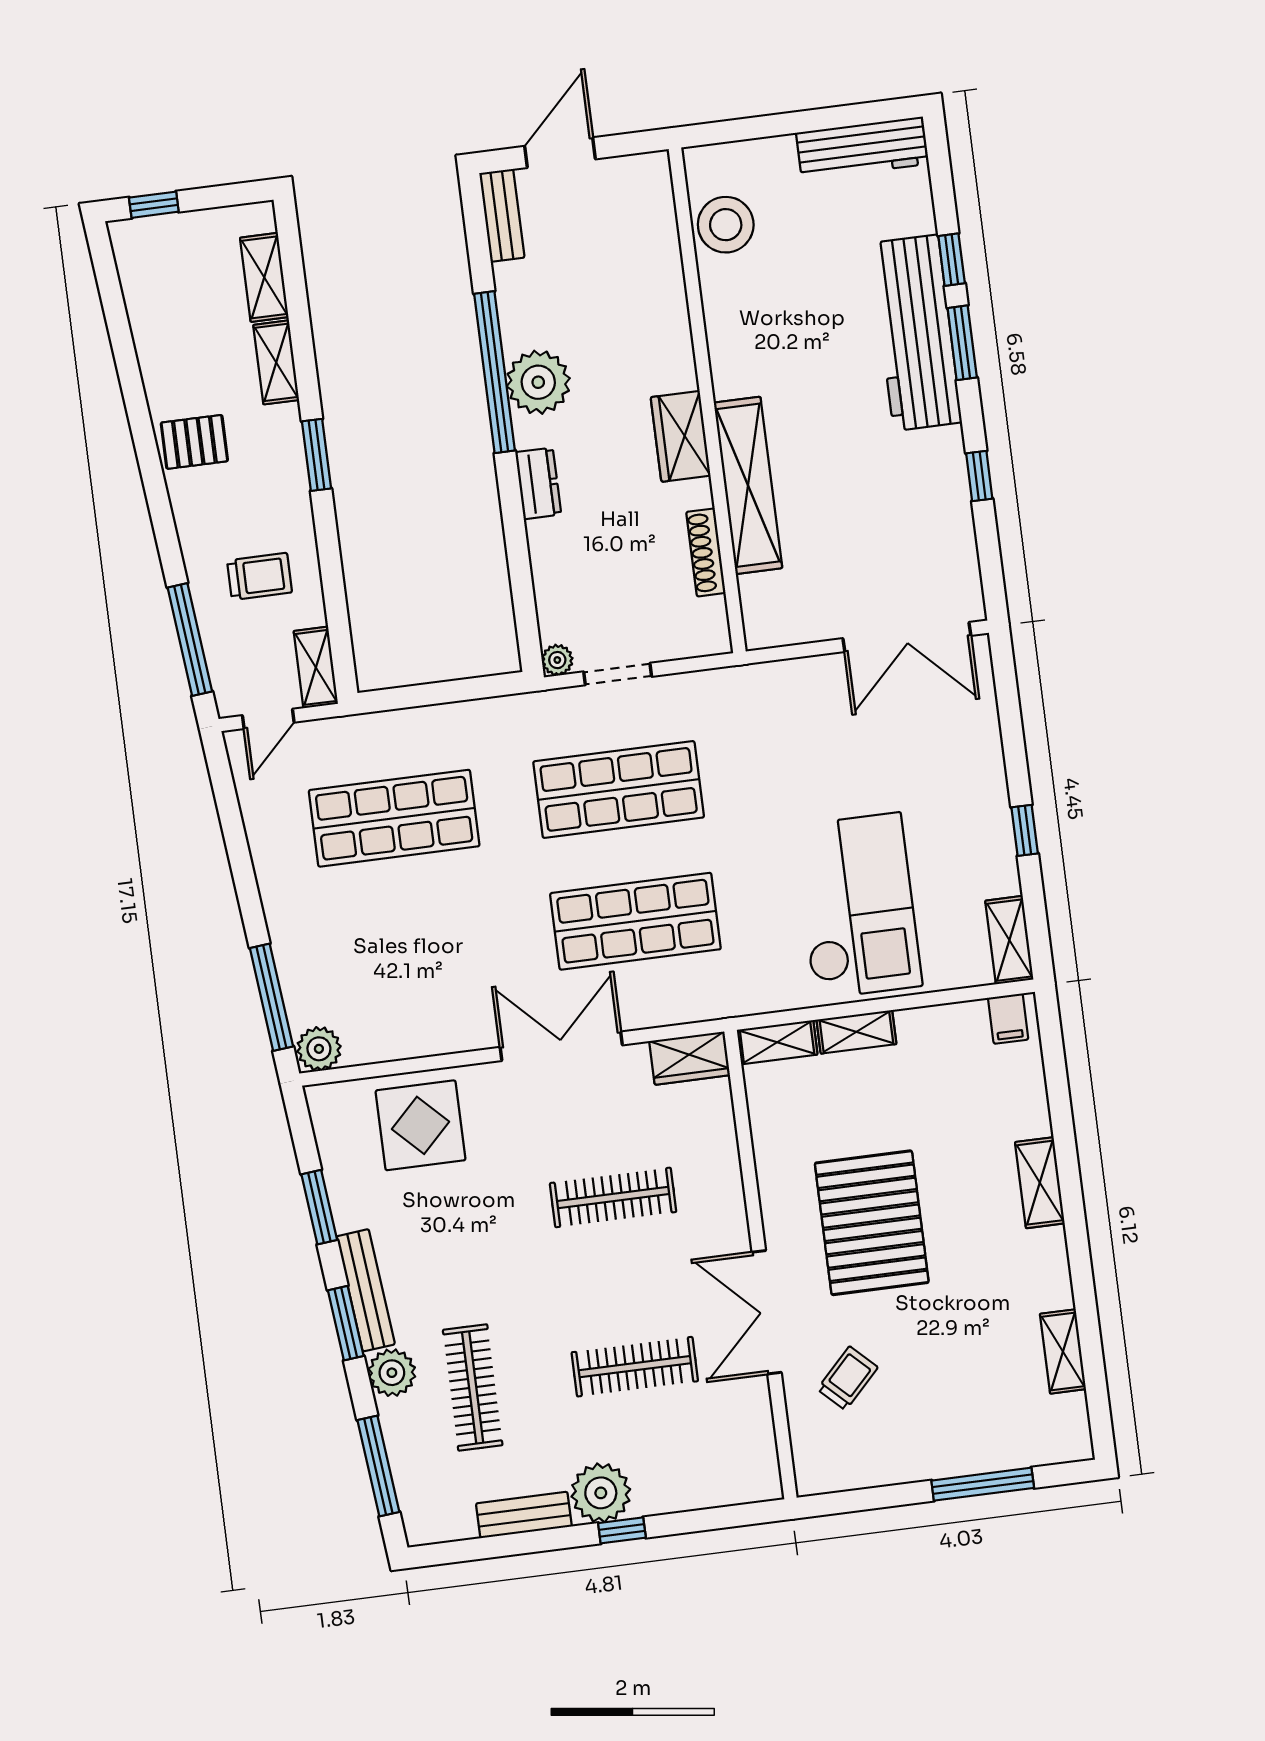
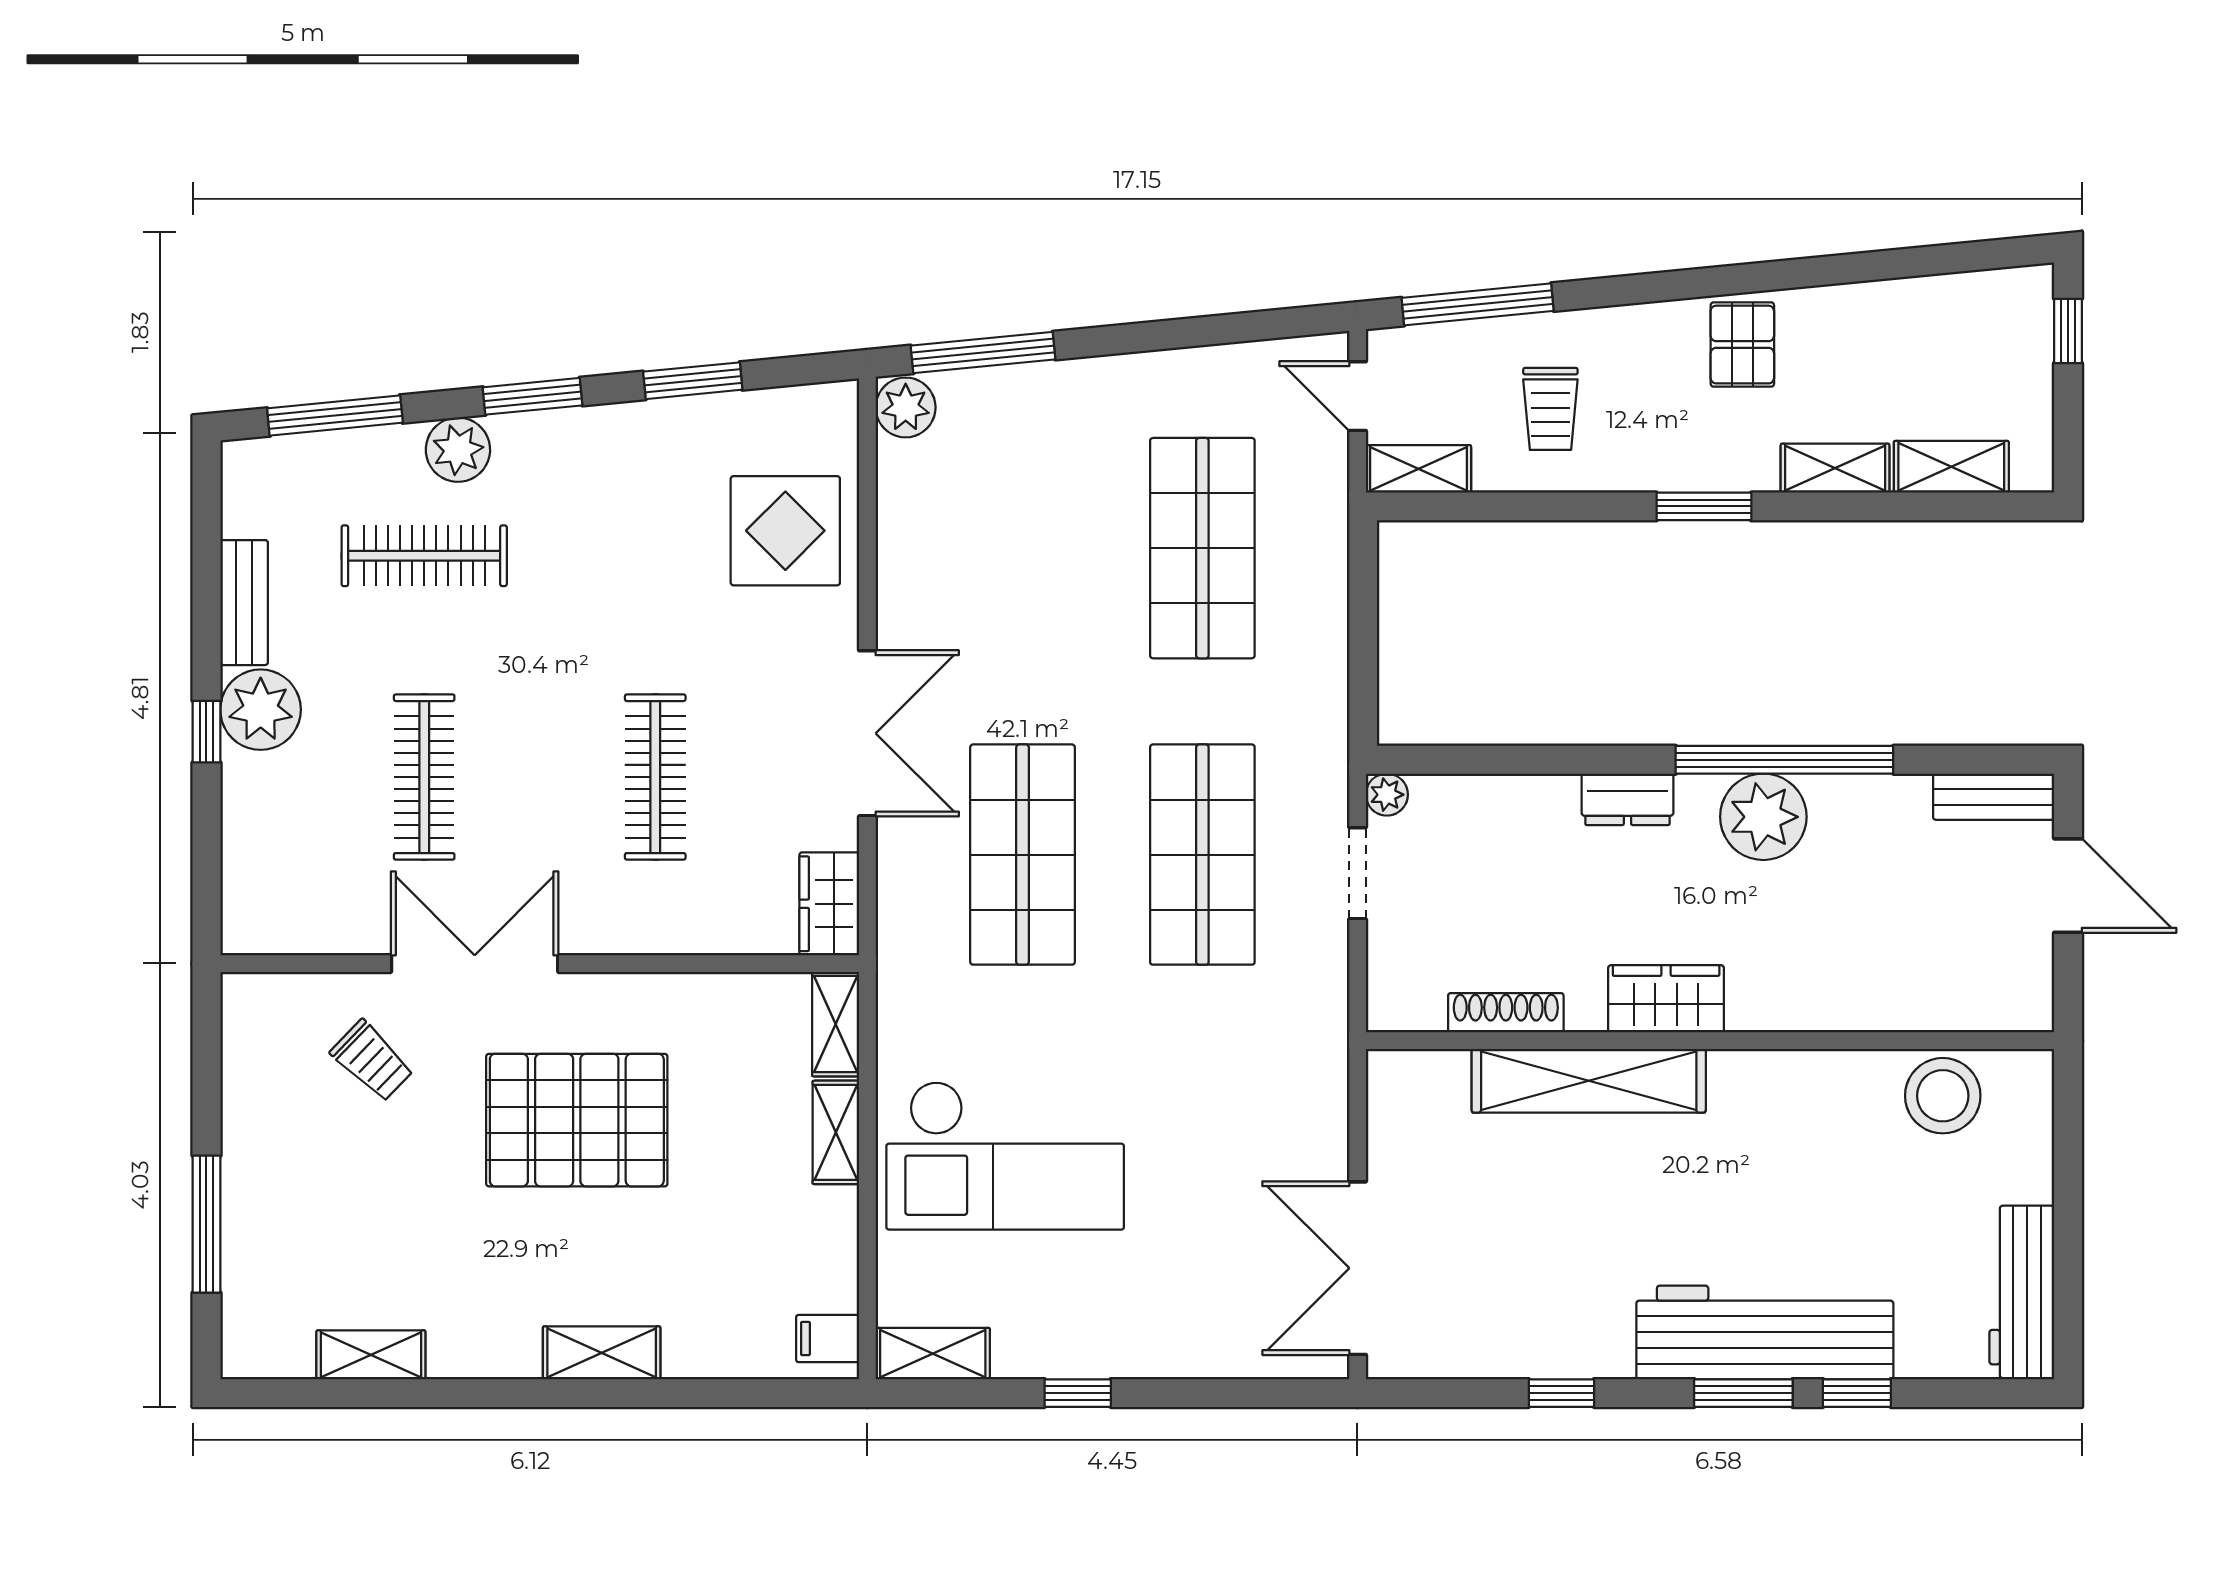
bench: (366, 1290) -> (573, 429), removed

